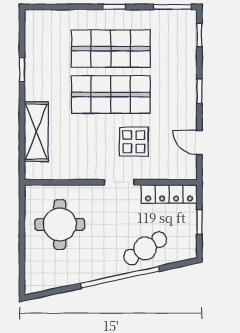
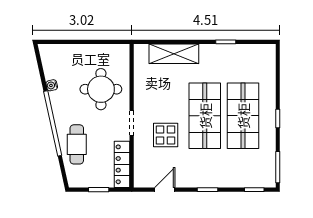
round table: (60, 224) -> (101, 89), moved
cafe table: (145, 248) -> (77, 144), turned 32
water cooler: (74, 278) -> (52, 85), added

